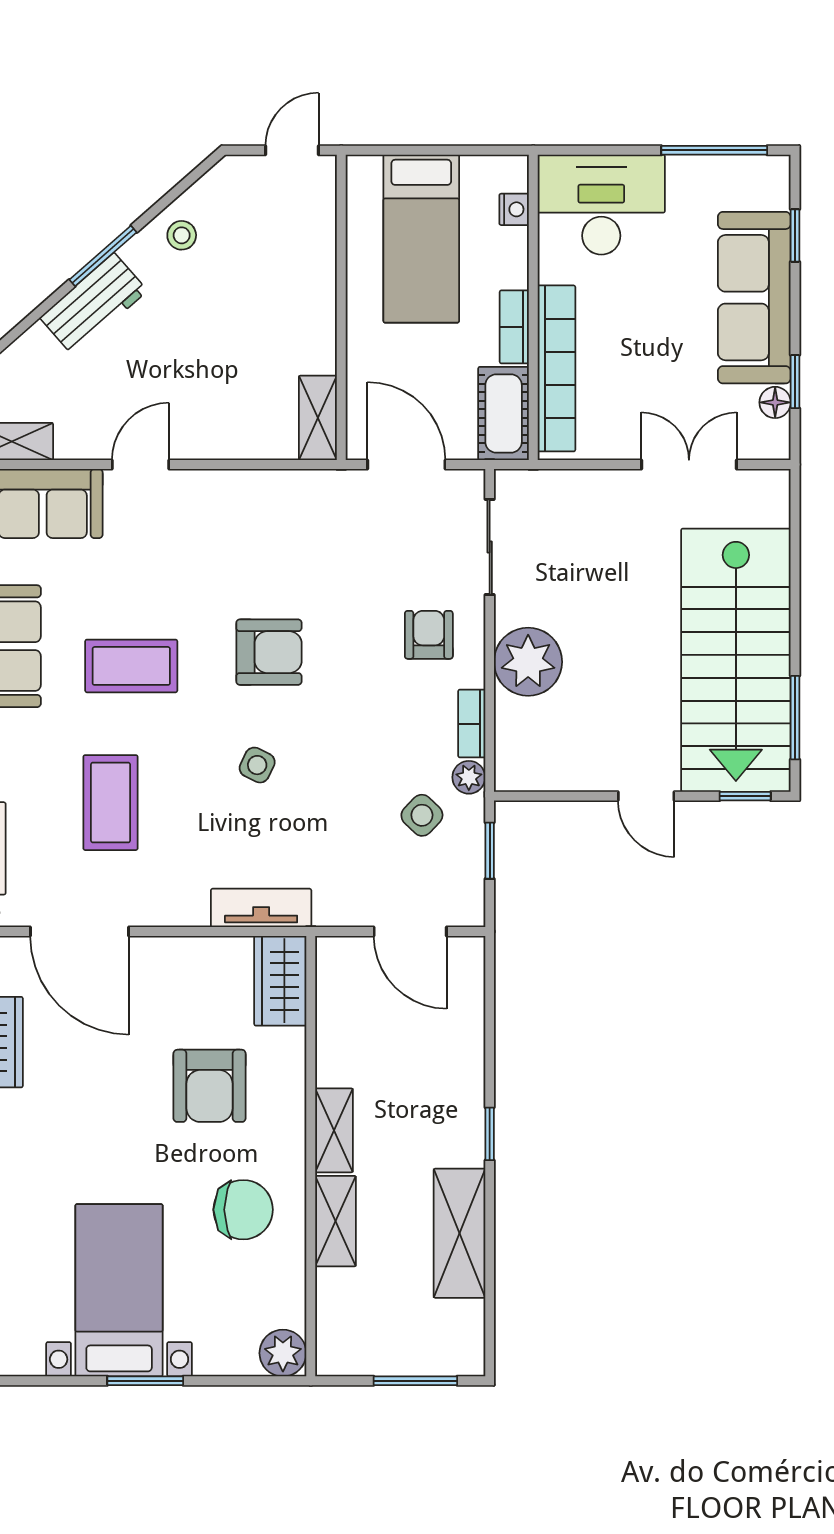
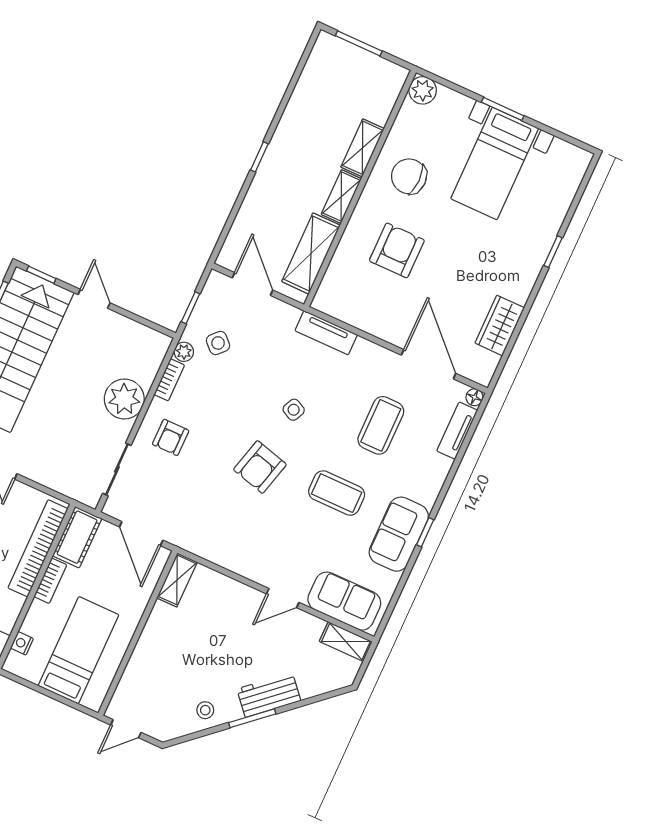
armchair: (269, 652) -> (260, 467), turned -75
wardrobe: (280, 981) -> (334, 289), removed
shelving: (459, 1233) -> (311, 253), moved

